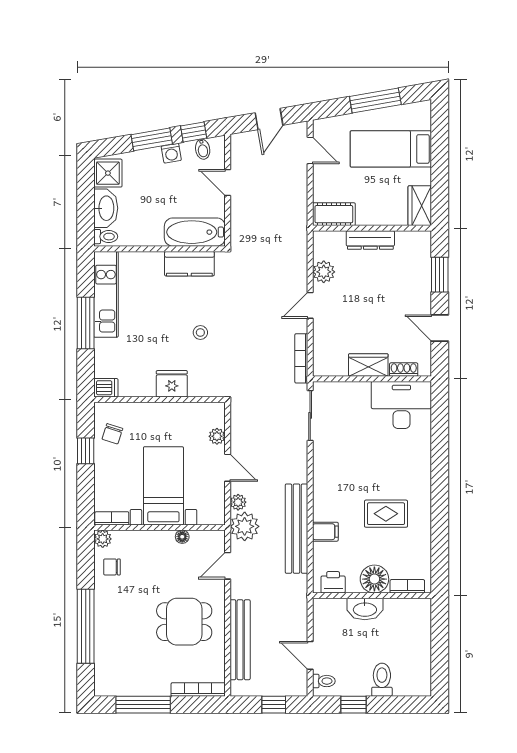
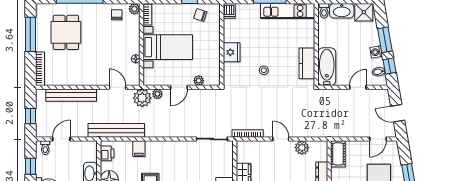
bench: (297, 529) -> (116, 130), moved
dining table: (184, 622) -> (66, 32), moved

